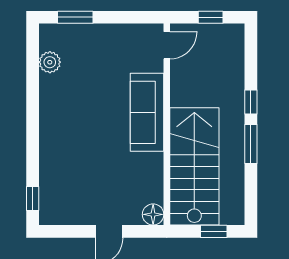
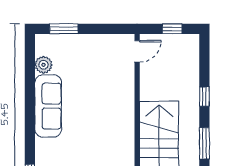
sofa: (147, 112) -> (48, 106), moved, turned 180
window: (251, 144) -> (204, 143), moved

